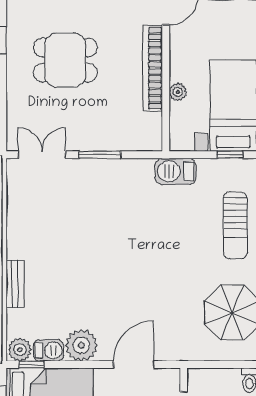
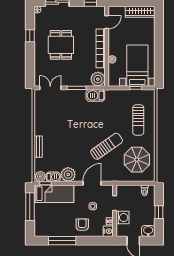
dining table: (65, 60) -> (61, 45), turned 90
plant: (146, 135) -> (98, 79), added
barbecue: (175, 171) -> (95, 95), moved
sun lounger: (166, 283) -> (107, 146), added

